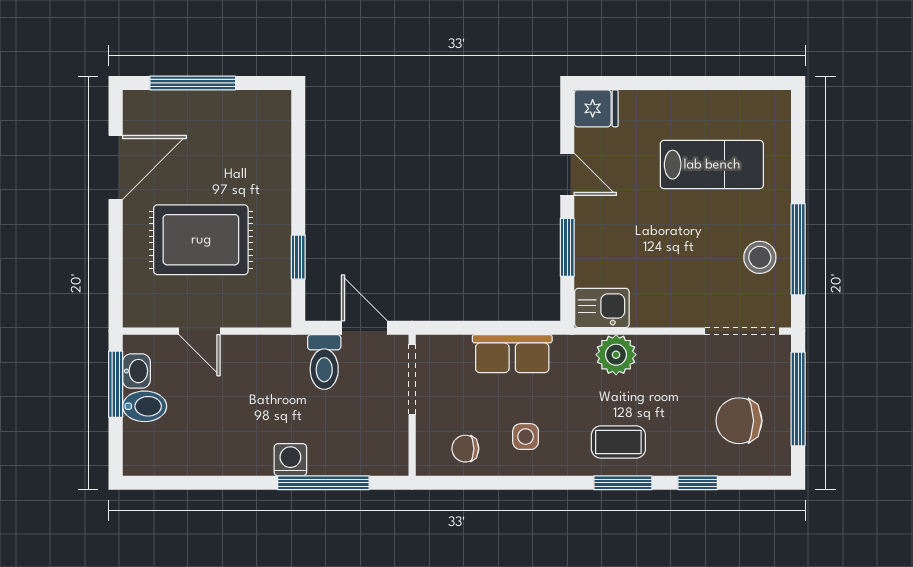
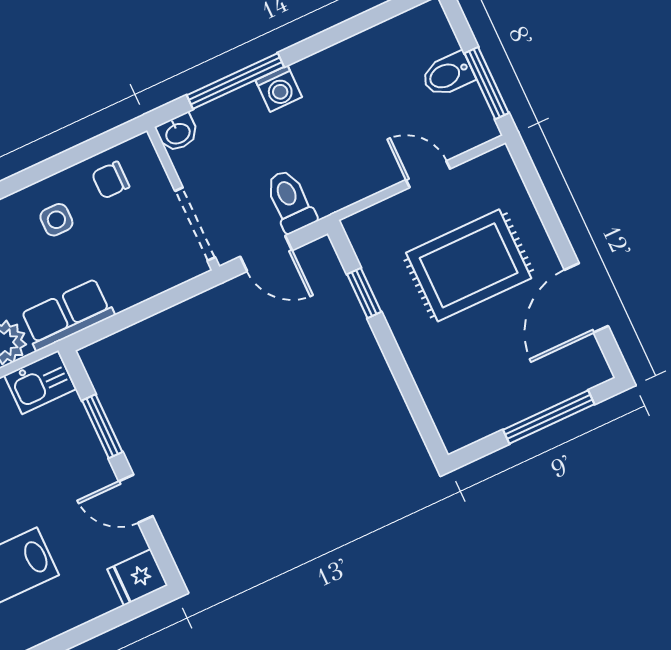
row of seats: (512, 354) -> (67, 315), moved
washbasin: (136, 371) -> (178, 133), moved, turned -90
chair: (465, 449) -> (111, 180), turned 180

